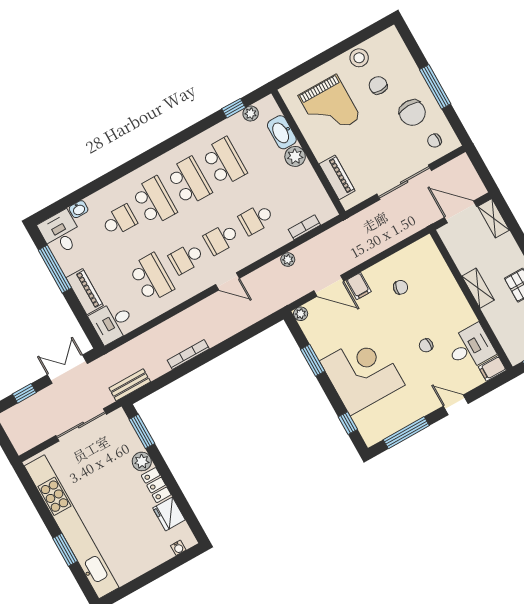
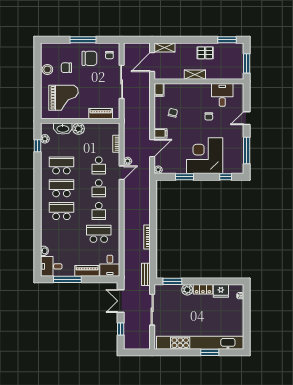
school desk: (119, 221) -> (61, 234), removed
door: (228, 281) -> (122, 173), moved
filing cabinet: (492, 368) -> (159, 90), moved

